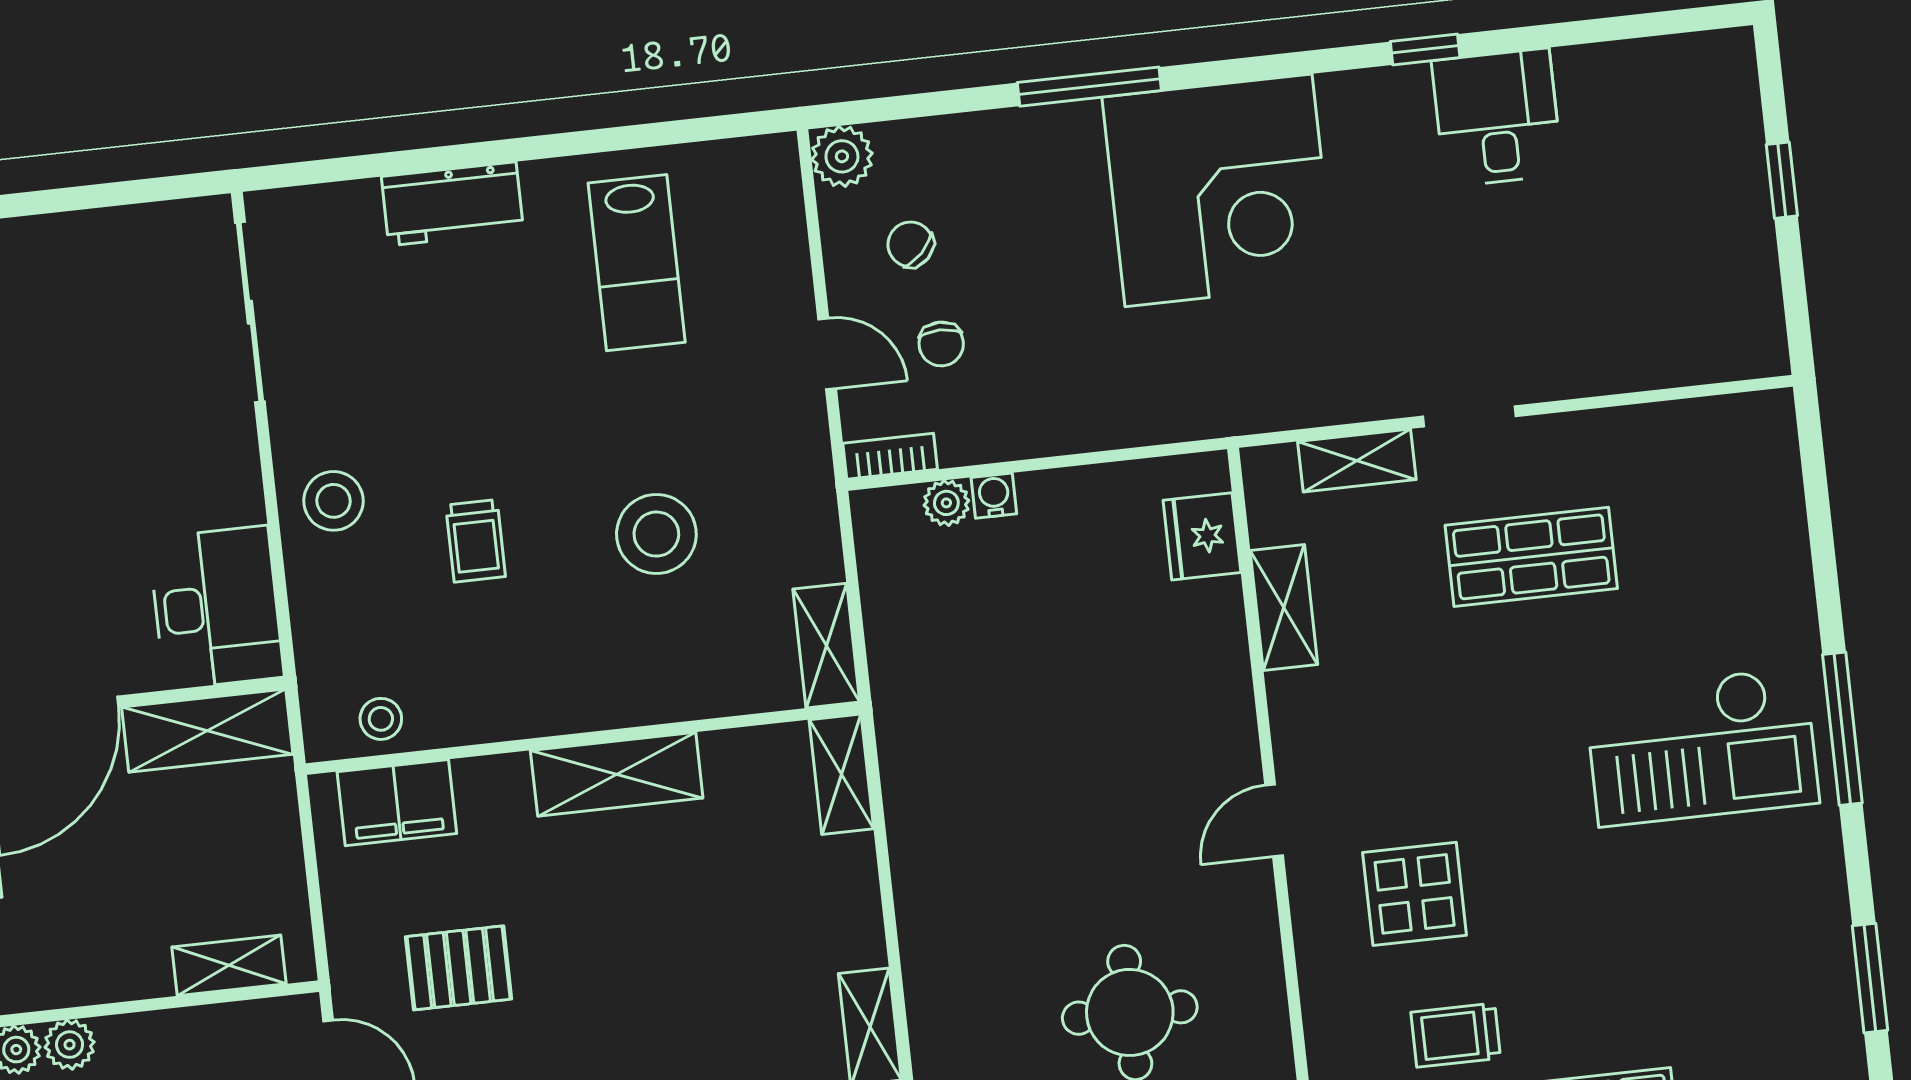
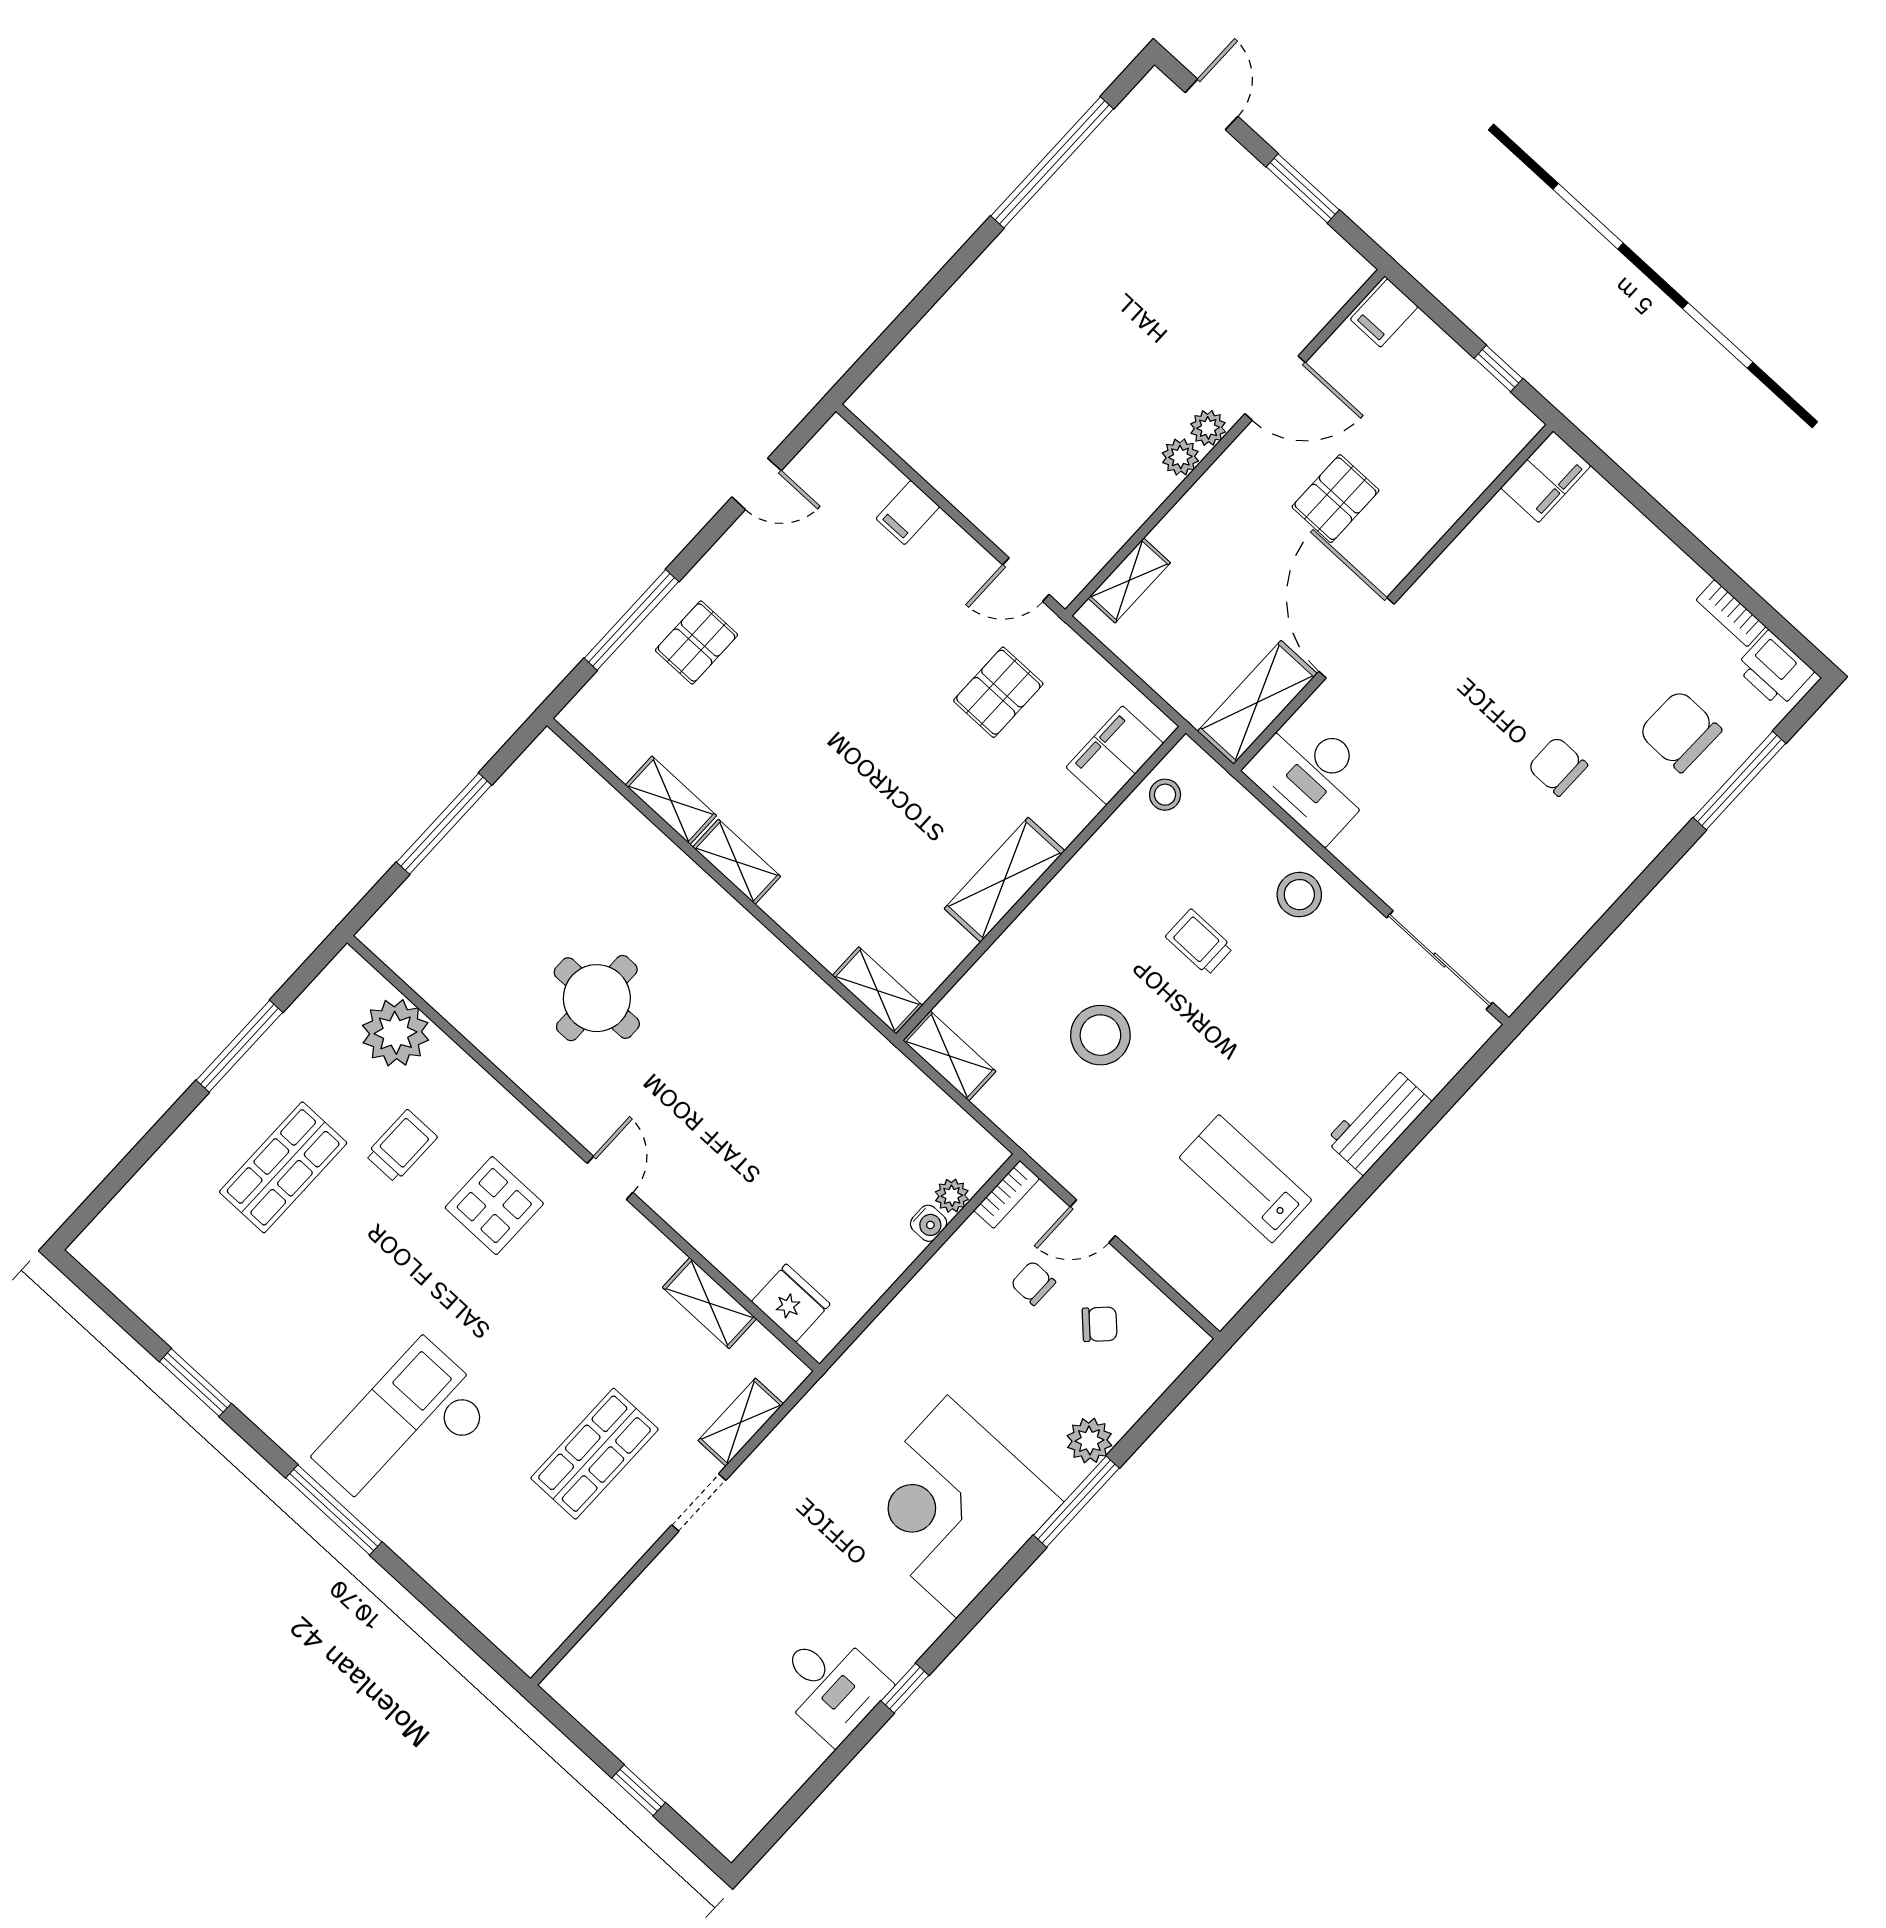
plant: (842, 156) -> (1089, 1441), moved

